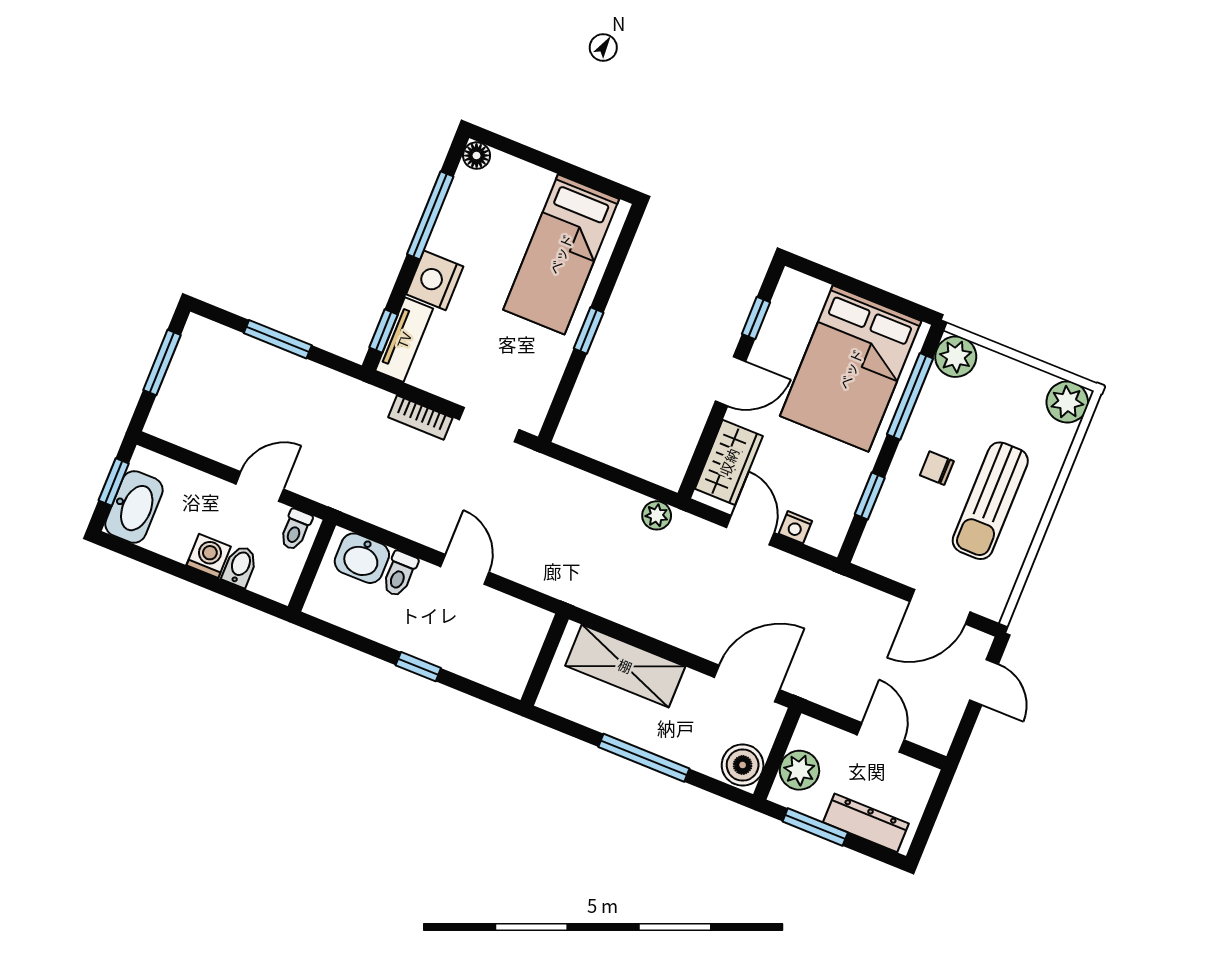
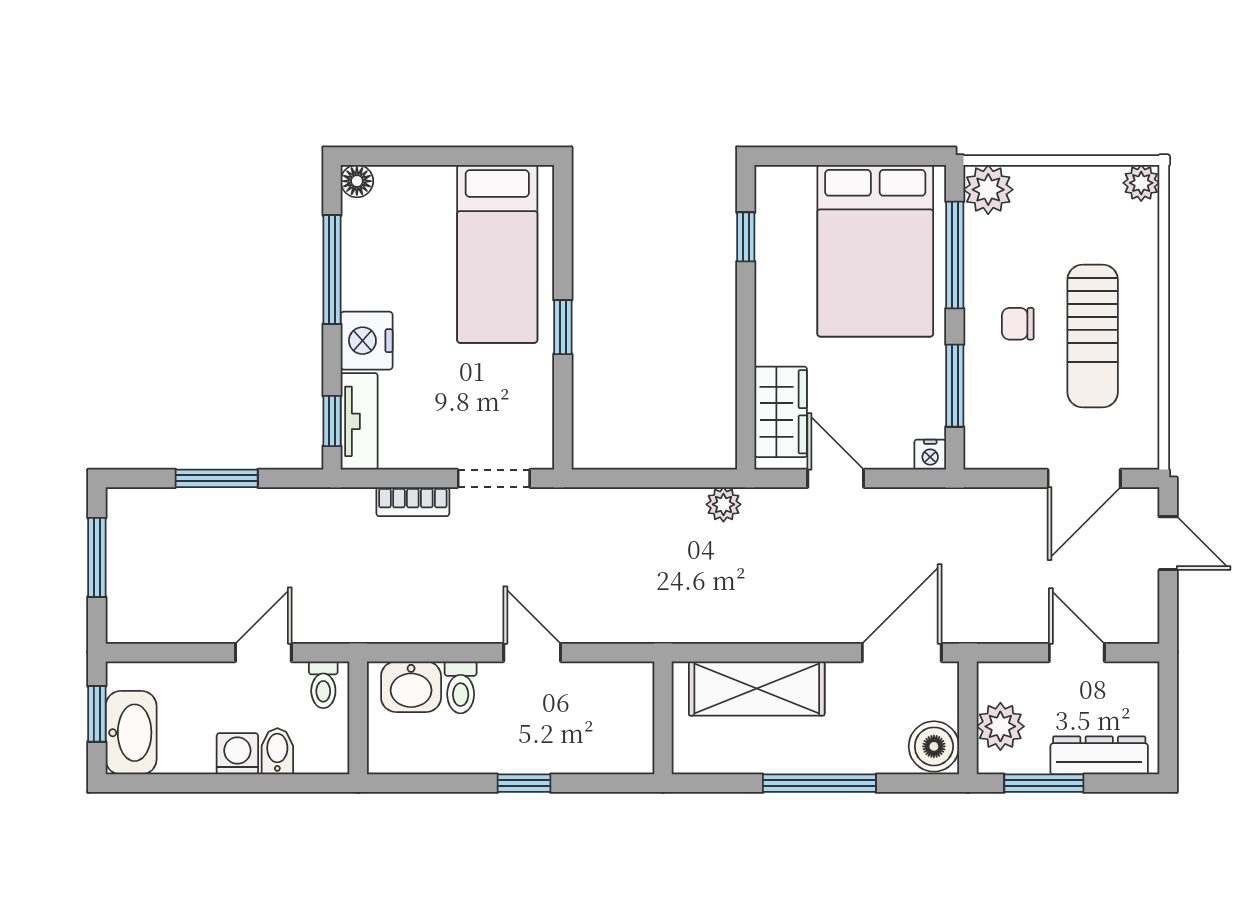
door: (731, 381) -> (746, 320), removed
plant: (1067, 402) -> (1141, 183), width x0.73, depth x0.73
window: (870, 496) -> (955, 386), width x1.50
nightstand: (795, 527) -> (930, 455), moved

